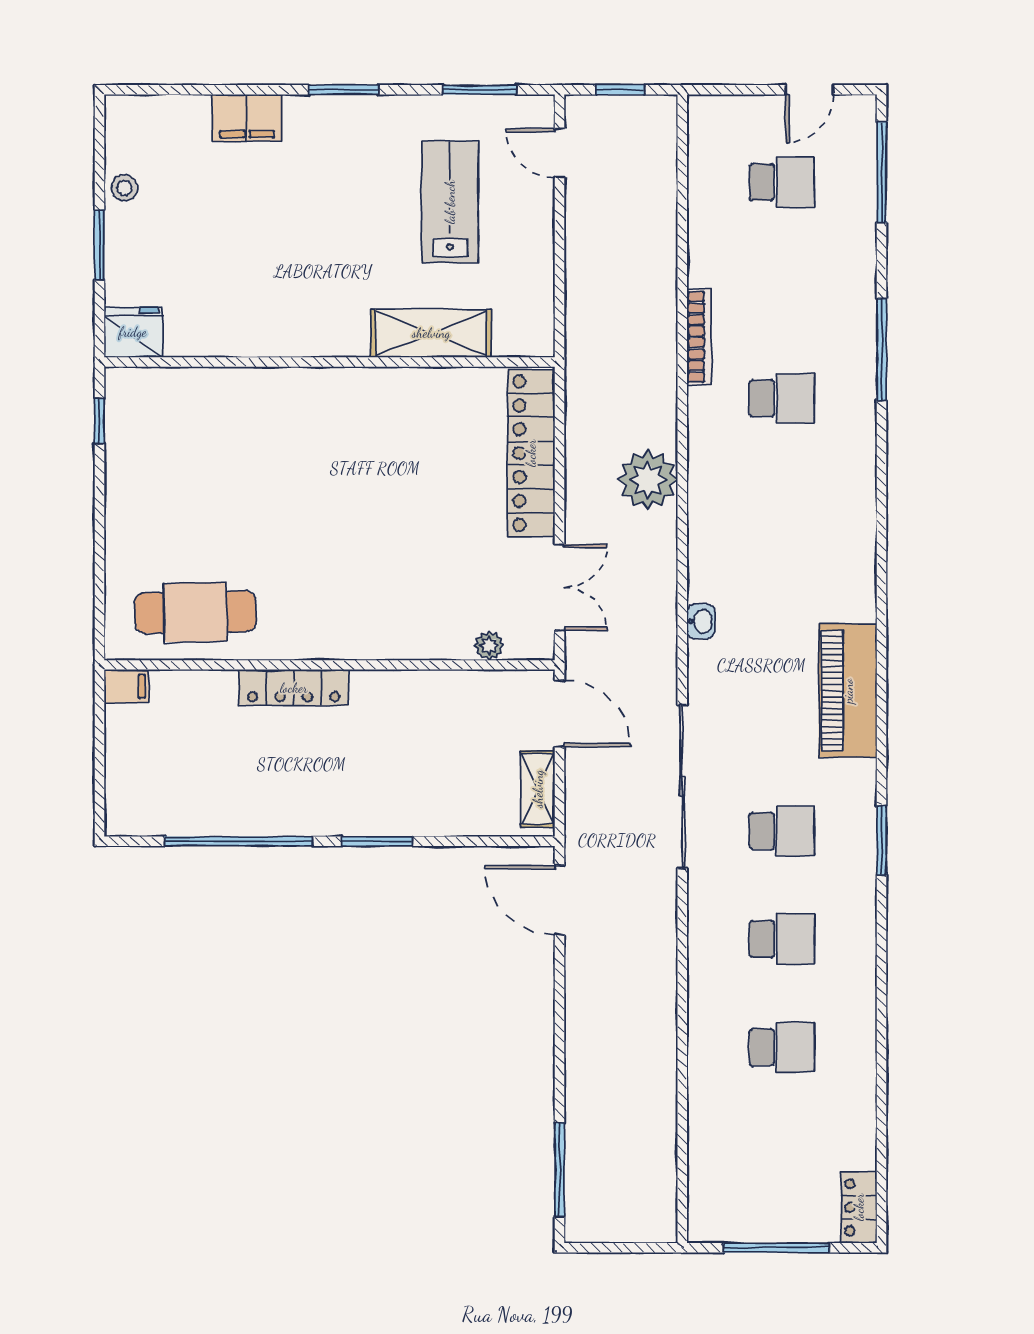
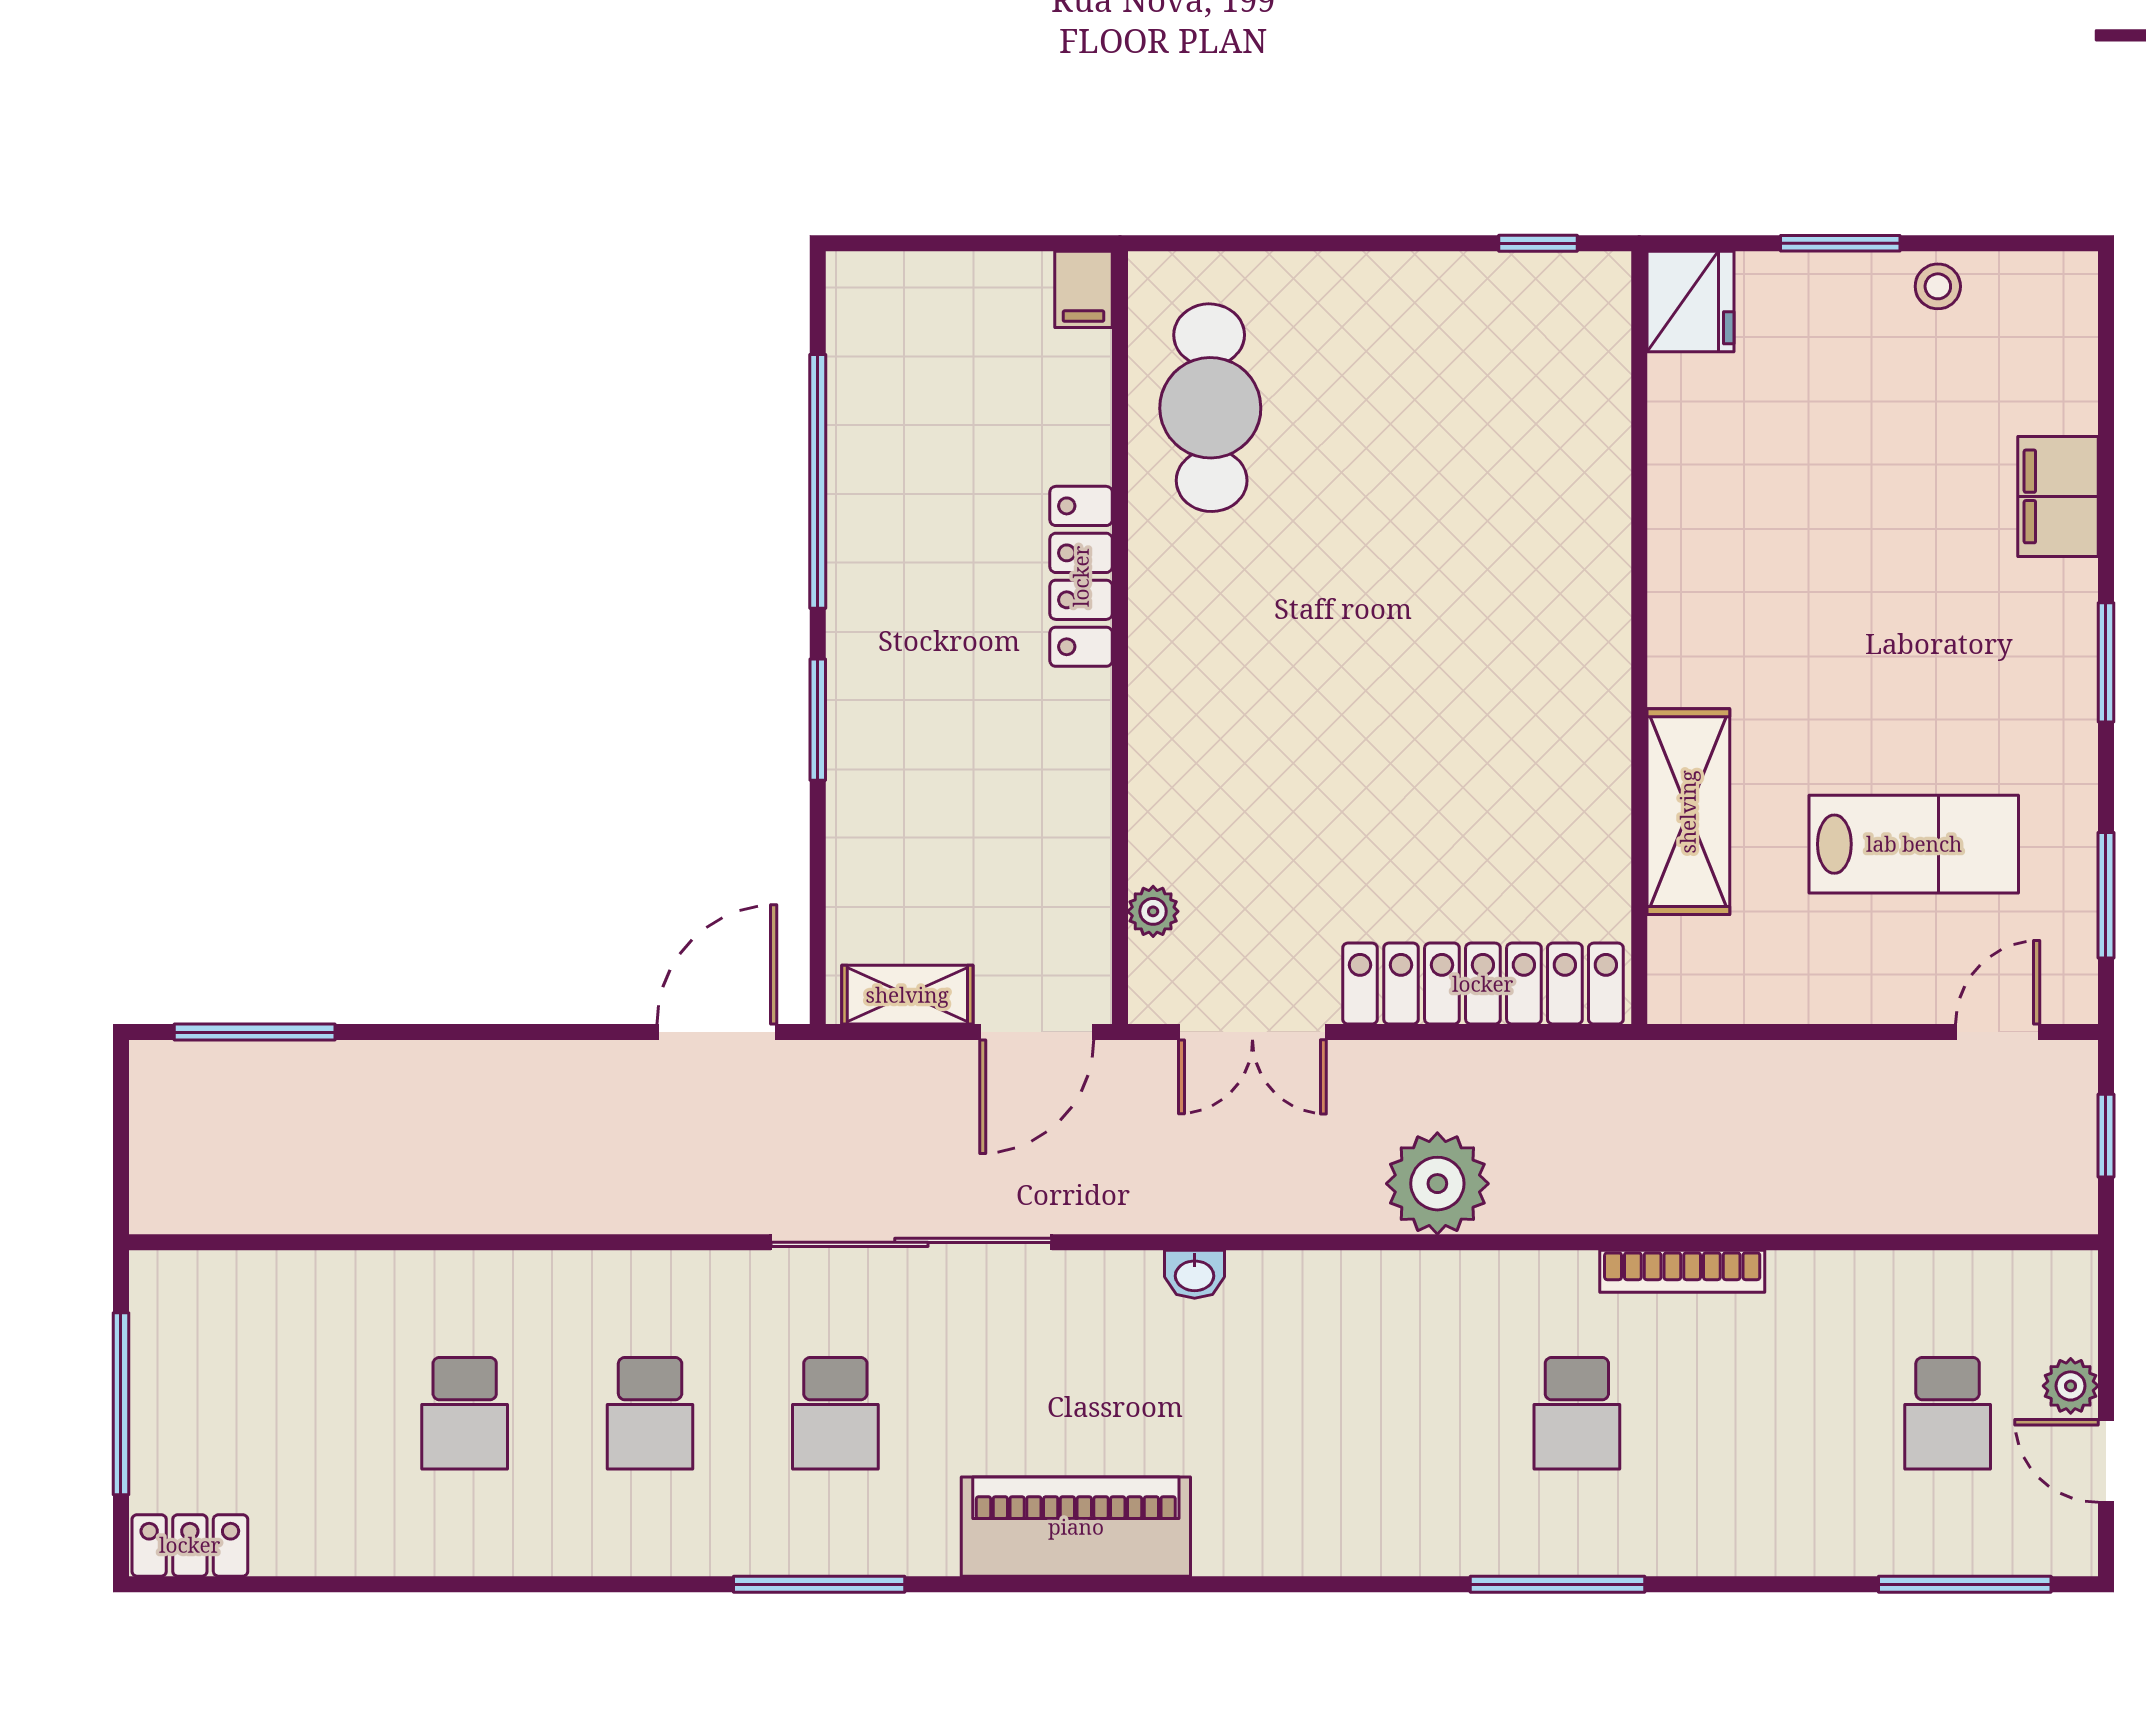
plant: (766, 110) -> (2071, 1386), added
window: (882, 349) -> (1558, 1584), moved
window: (882, 840) -> (819, 1584), width x1.44

